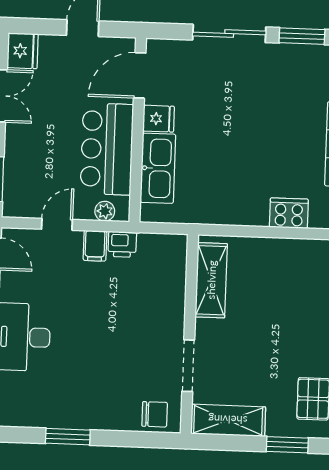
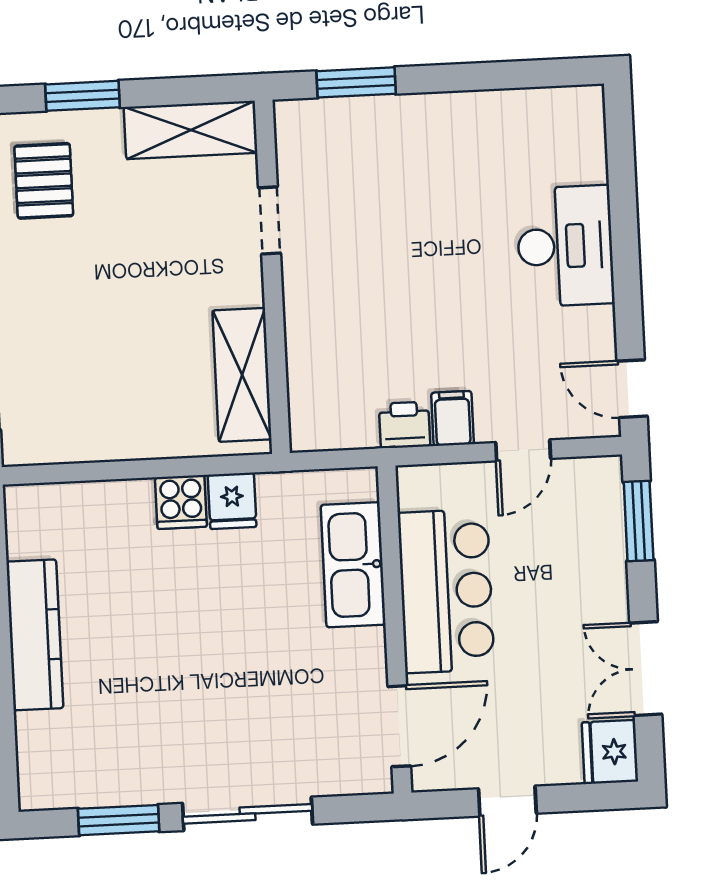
fridge: (159, 119) -> (232, 501), moved, turned -90
plant: (105, 211) -> (440, 481), removed
cooker: (289, 213) -> (181, 502), moved, width x0.73
doorway: (188, 366) -> (270, 220), width x0.73
chair: (155, 414) -> (322, 129), removed
window: (68, 437) -> (356, 82), moved

